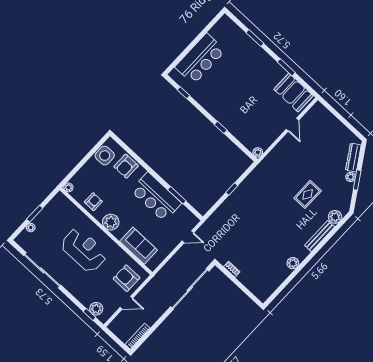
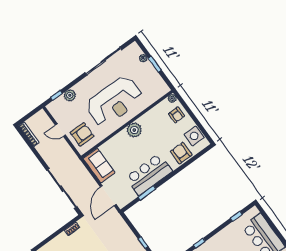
armchair: (93, 202) -> (177, 115), moved
door: (188, 237) -> (108, 196), width x1.88
sofa: (139, 246) -> (99, 166), moved, turned -90
reception desk: (84, 250) -> (114, 101), width x1.36, depth x1.30
door: (126, 303) -> (60, 130), hinge flipped
plant: (96, 309) -> (70, 95), moved

